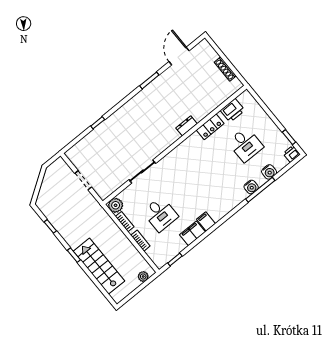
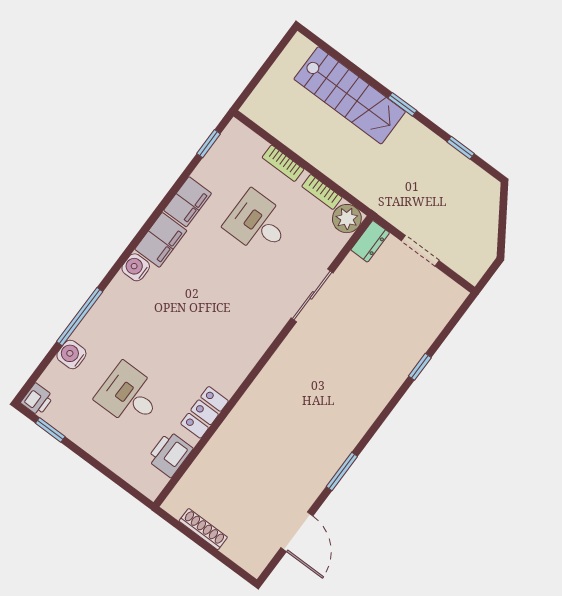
dresser: (187, 126) -> (370, 241), moved
water cooler: (251, 187) -> (136, 267), moved
filing cabinet: (206, 221) -> (161, 240), width x2.00
plant: (143, 276) -> (261, 97), removed

